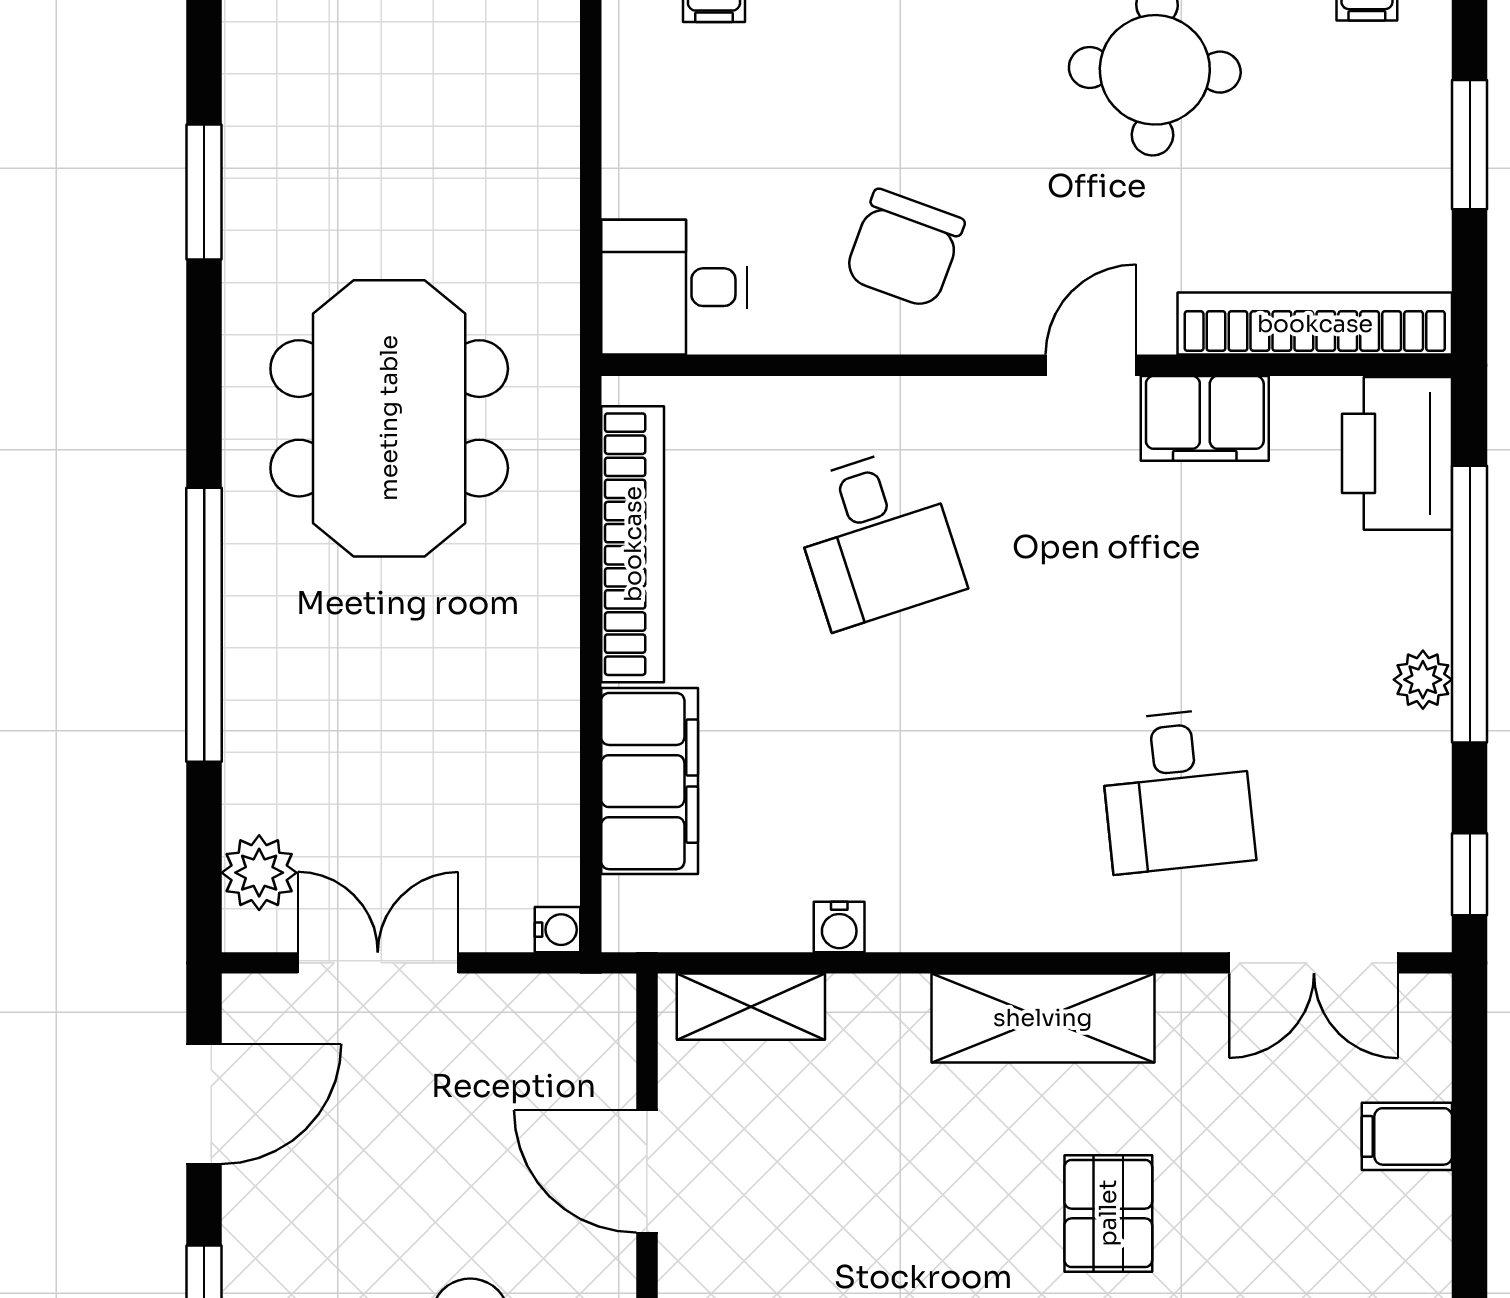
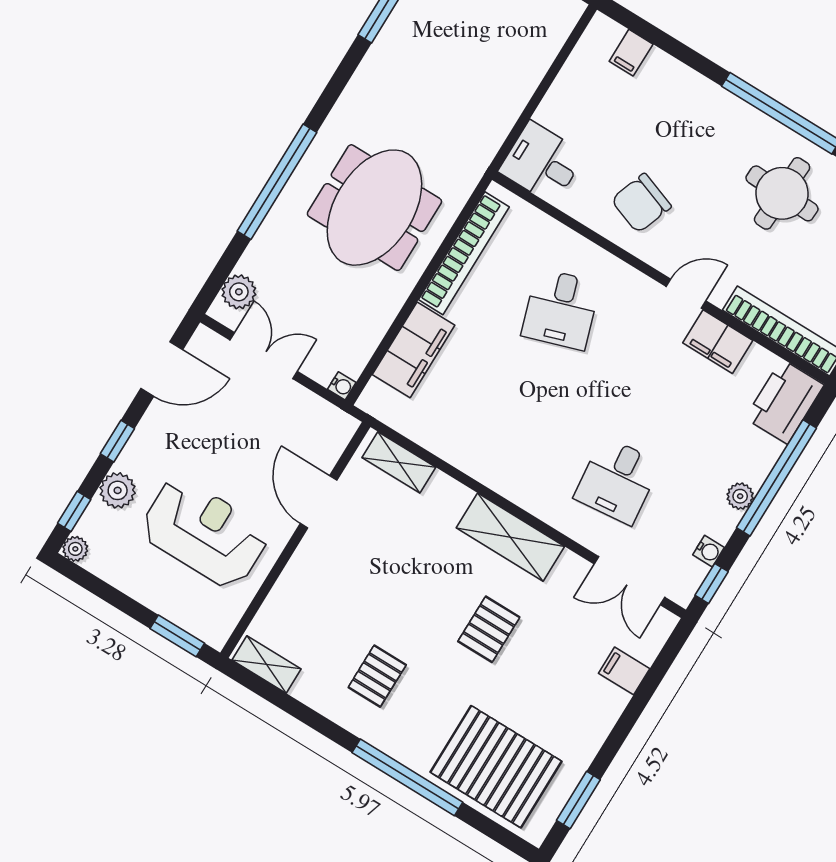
meeting table: (389, 418) -> (374, 208), moved
water cooler: (839, 927) -> (708, 551), moved, turned -90

